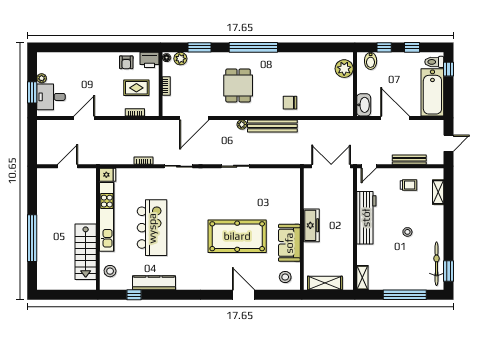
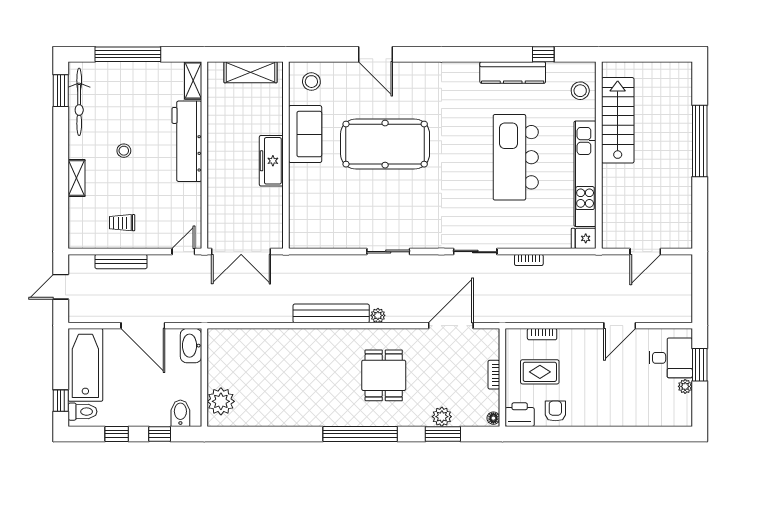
plant: (180, 59) -> (442, 417), moved
chair: (290, 103) -> (304, 349), removed
shelving: (438, 192) -> (77, 178), moved
workbench: (366, 218) -> (187, 141), moved

